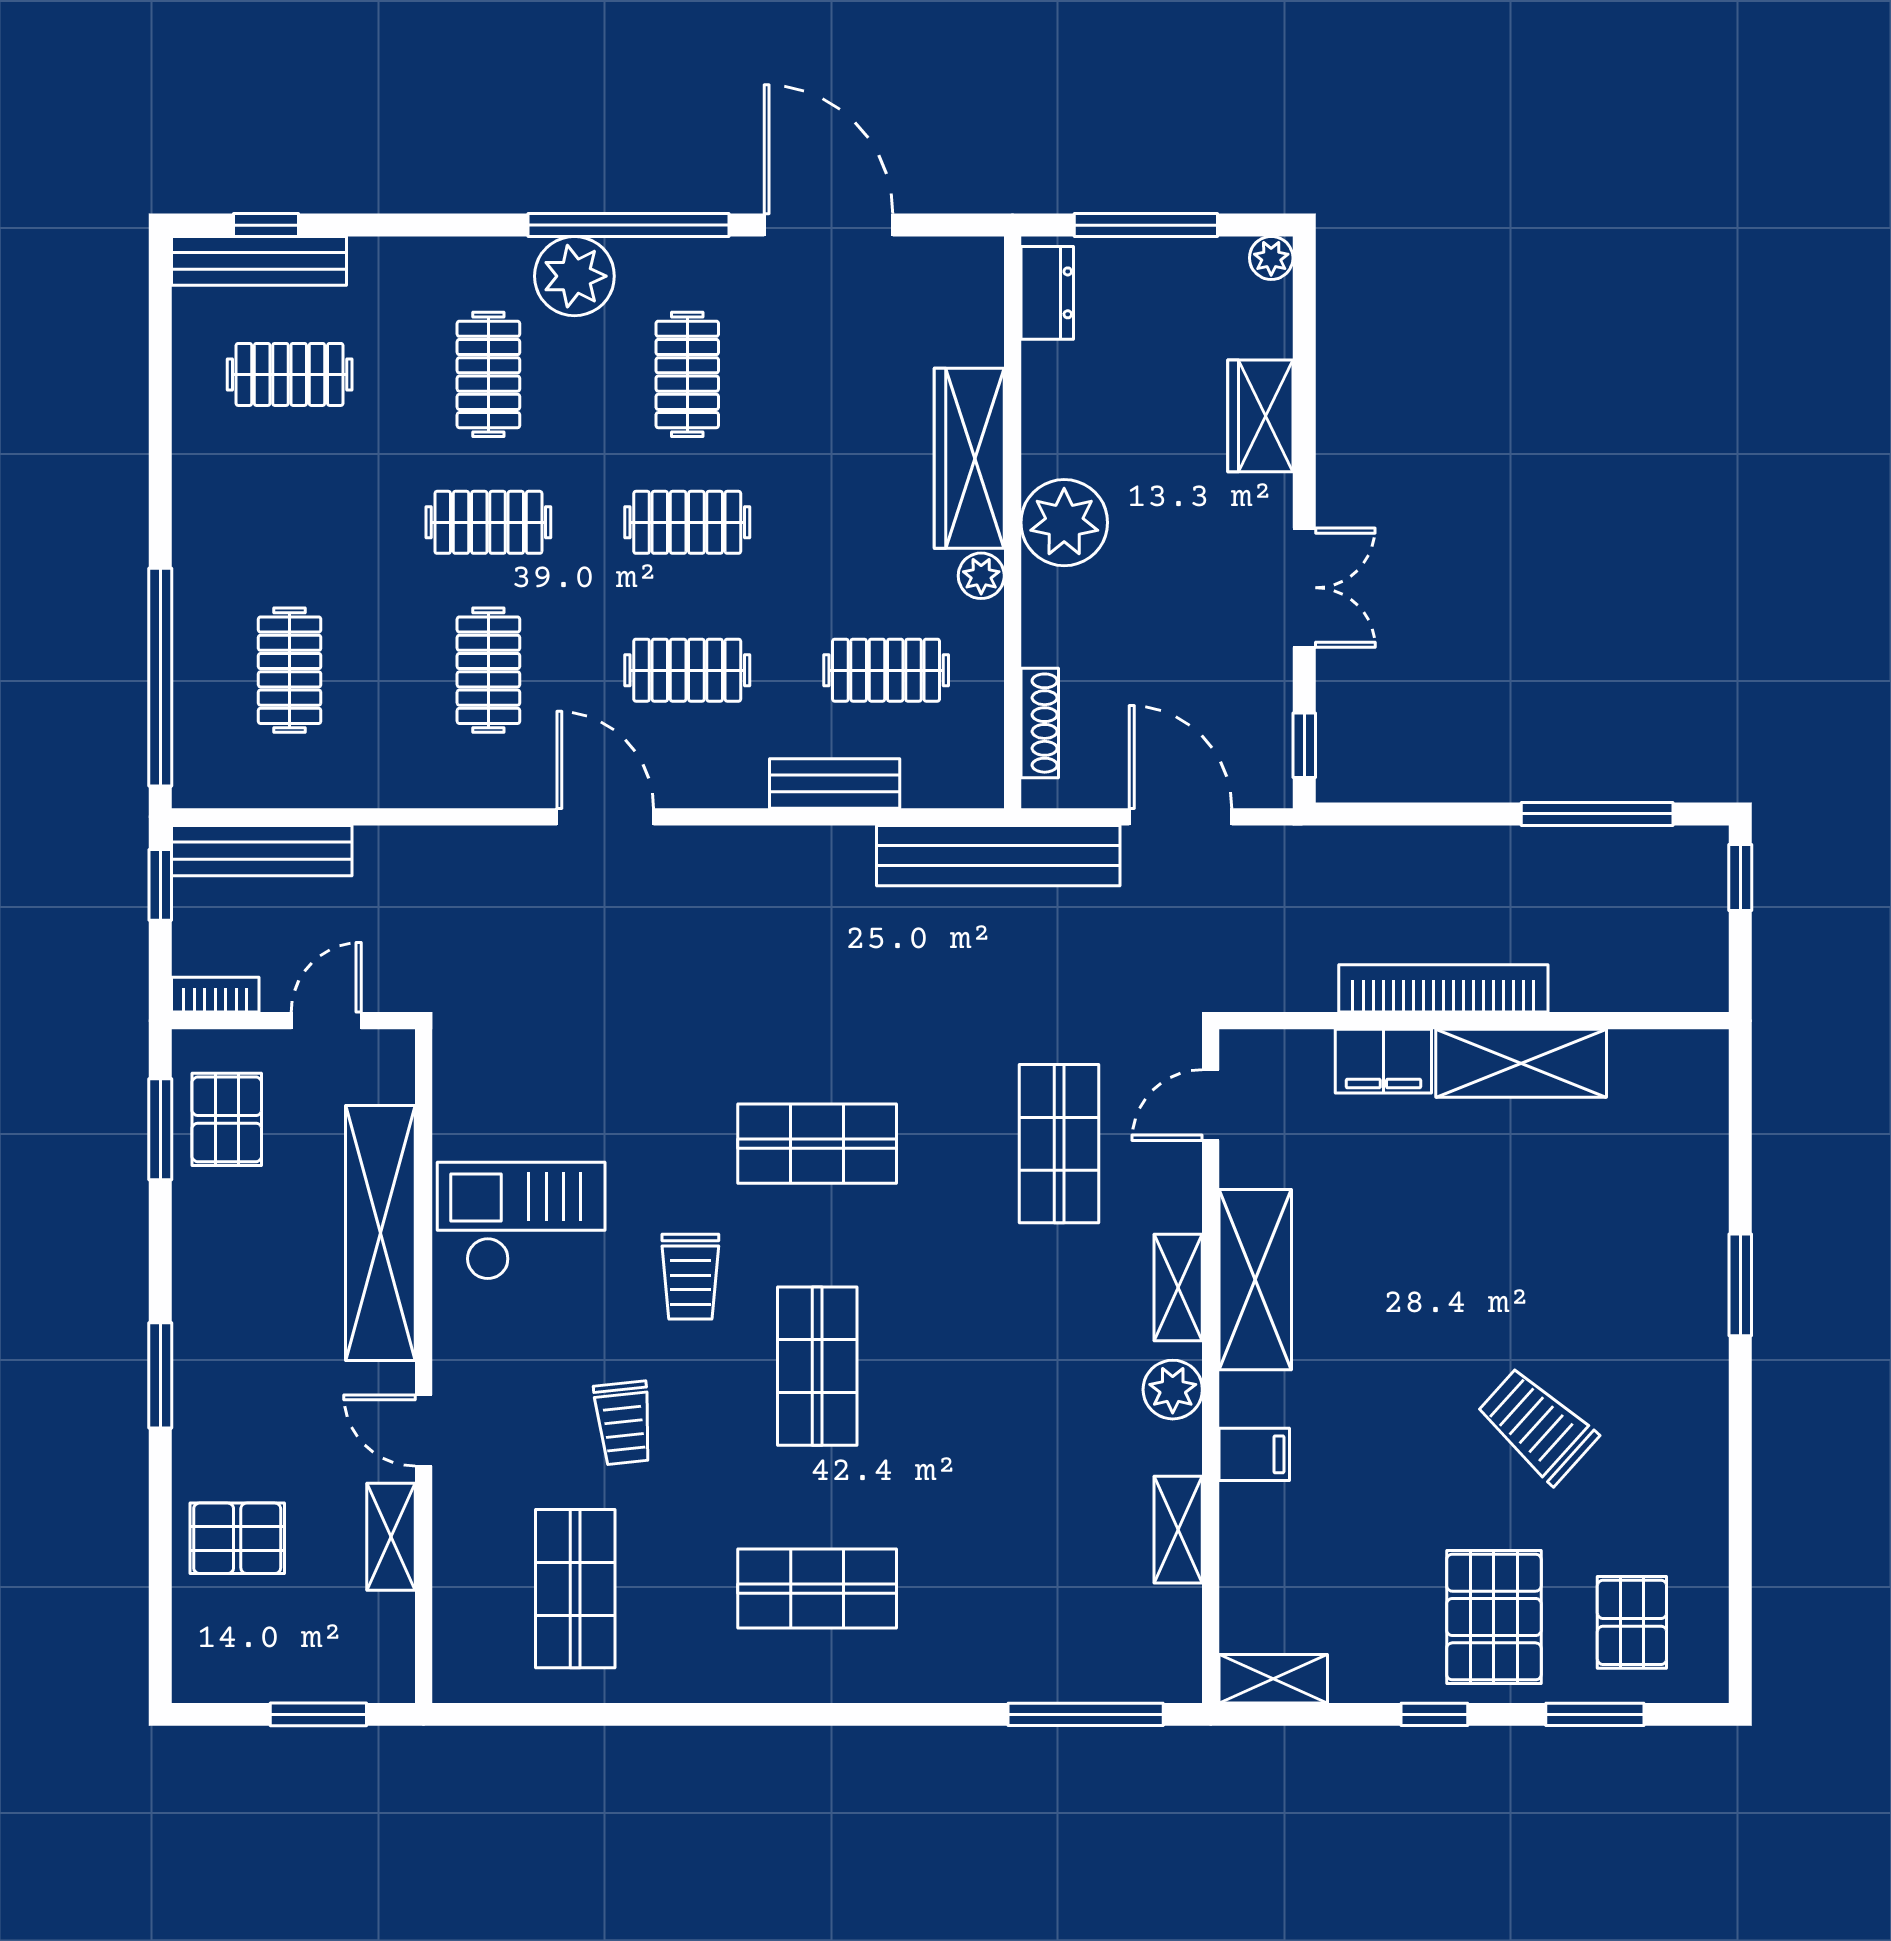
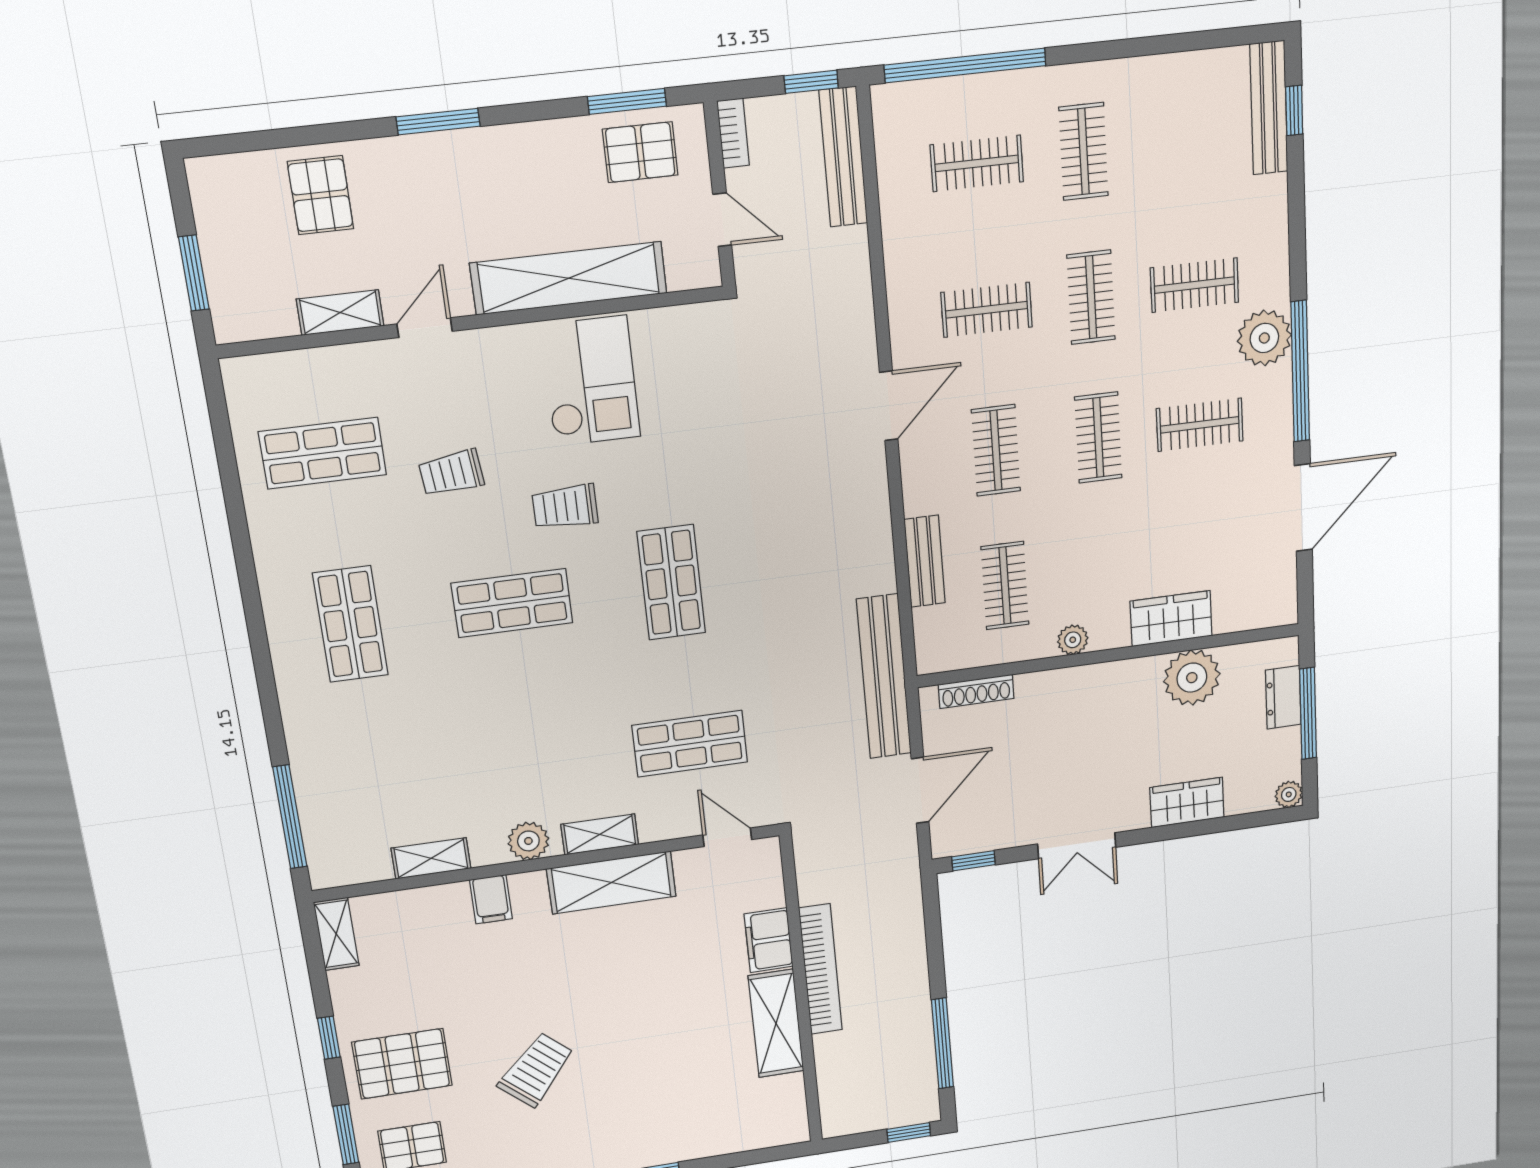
dresser: (1047, 293) -> (1283, 697), moved, turned 90
clothes rail: (290, 374) -> (1083, 151), moved
wardrobe: (969, 458) -> (1171, 619), width x0.67
plant: (1064, 523) -> (1192, 678), moved

